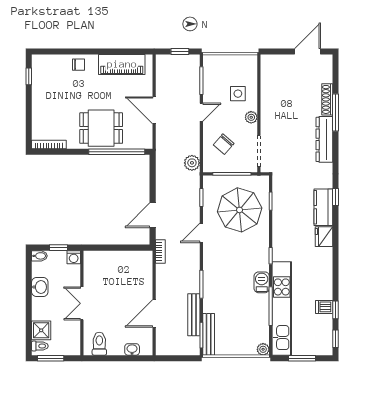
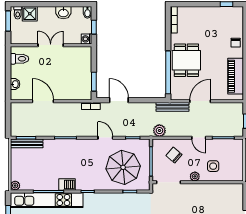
window: (129, 248) -> (94, 82), added
bench: (194, 315) -> (172, 107), moved

